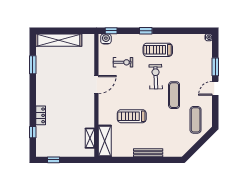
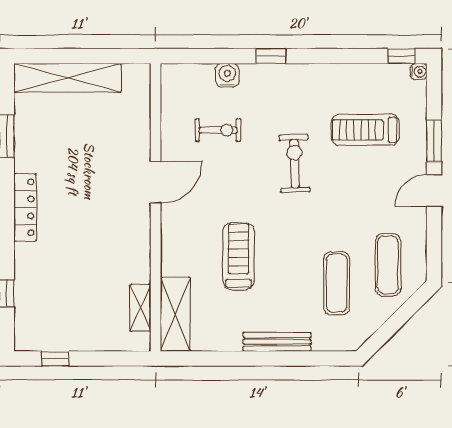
window: (111, 31) -> (401, 56), moved
water cooler: (106, 39) -> (227, 75), moved
treadmill: (158, 50) -> (365, 130), moved
exercise mat: (174, 95) -> (337, 283), moved
locker: (41, 115) -> (25, 207), moved, width x1.53
treadmill: (132, 116) -> (239, 256), turned 90

